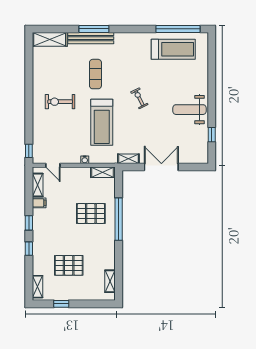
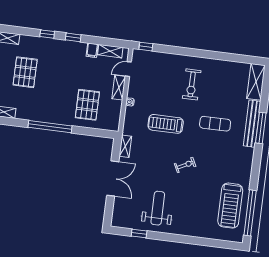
exercise bike: (60, 102) -> (192, 84), turned 180
weight bench: (190, 110) -> (158, 208), moved
treadmill: (102, 122) -> (166, 124), width x0.73, depth x0.73
shelving: (103, 172) -> (119, 88), moved
pallet: (91, 213) -> (87, 105), moved
window: (119, 219) -> (50, 127), moved

